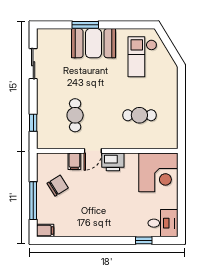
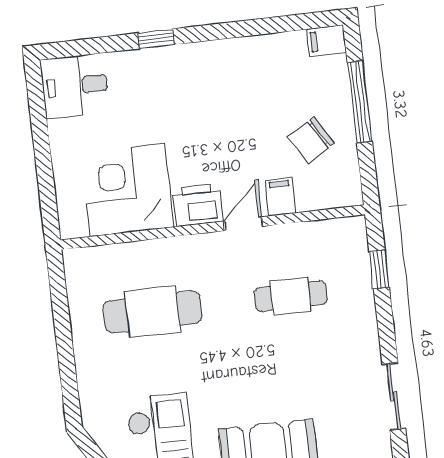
cafe table: (75, 115) -> (291, 296), turned 90
cafe table: (139, 115) -> (152, 312), width x1.37, depth x1.35
corner desk: (158, 172) -> (127, 190), moved
window: (144, 240) -> (156, 39), moved

